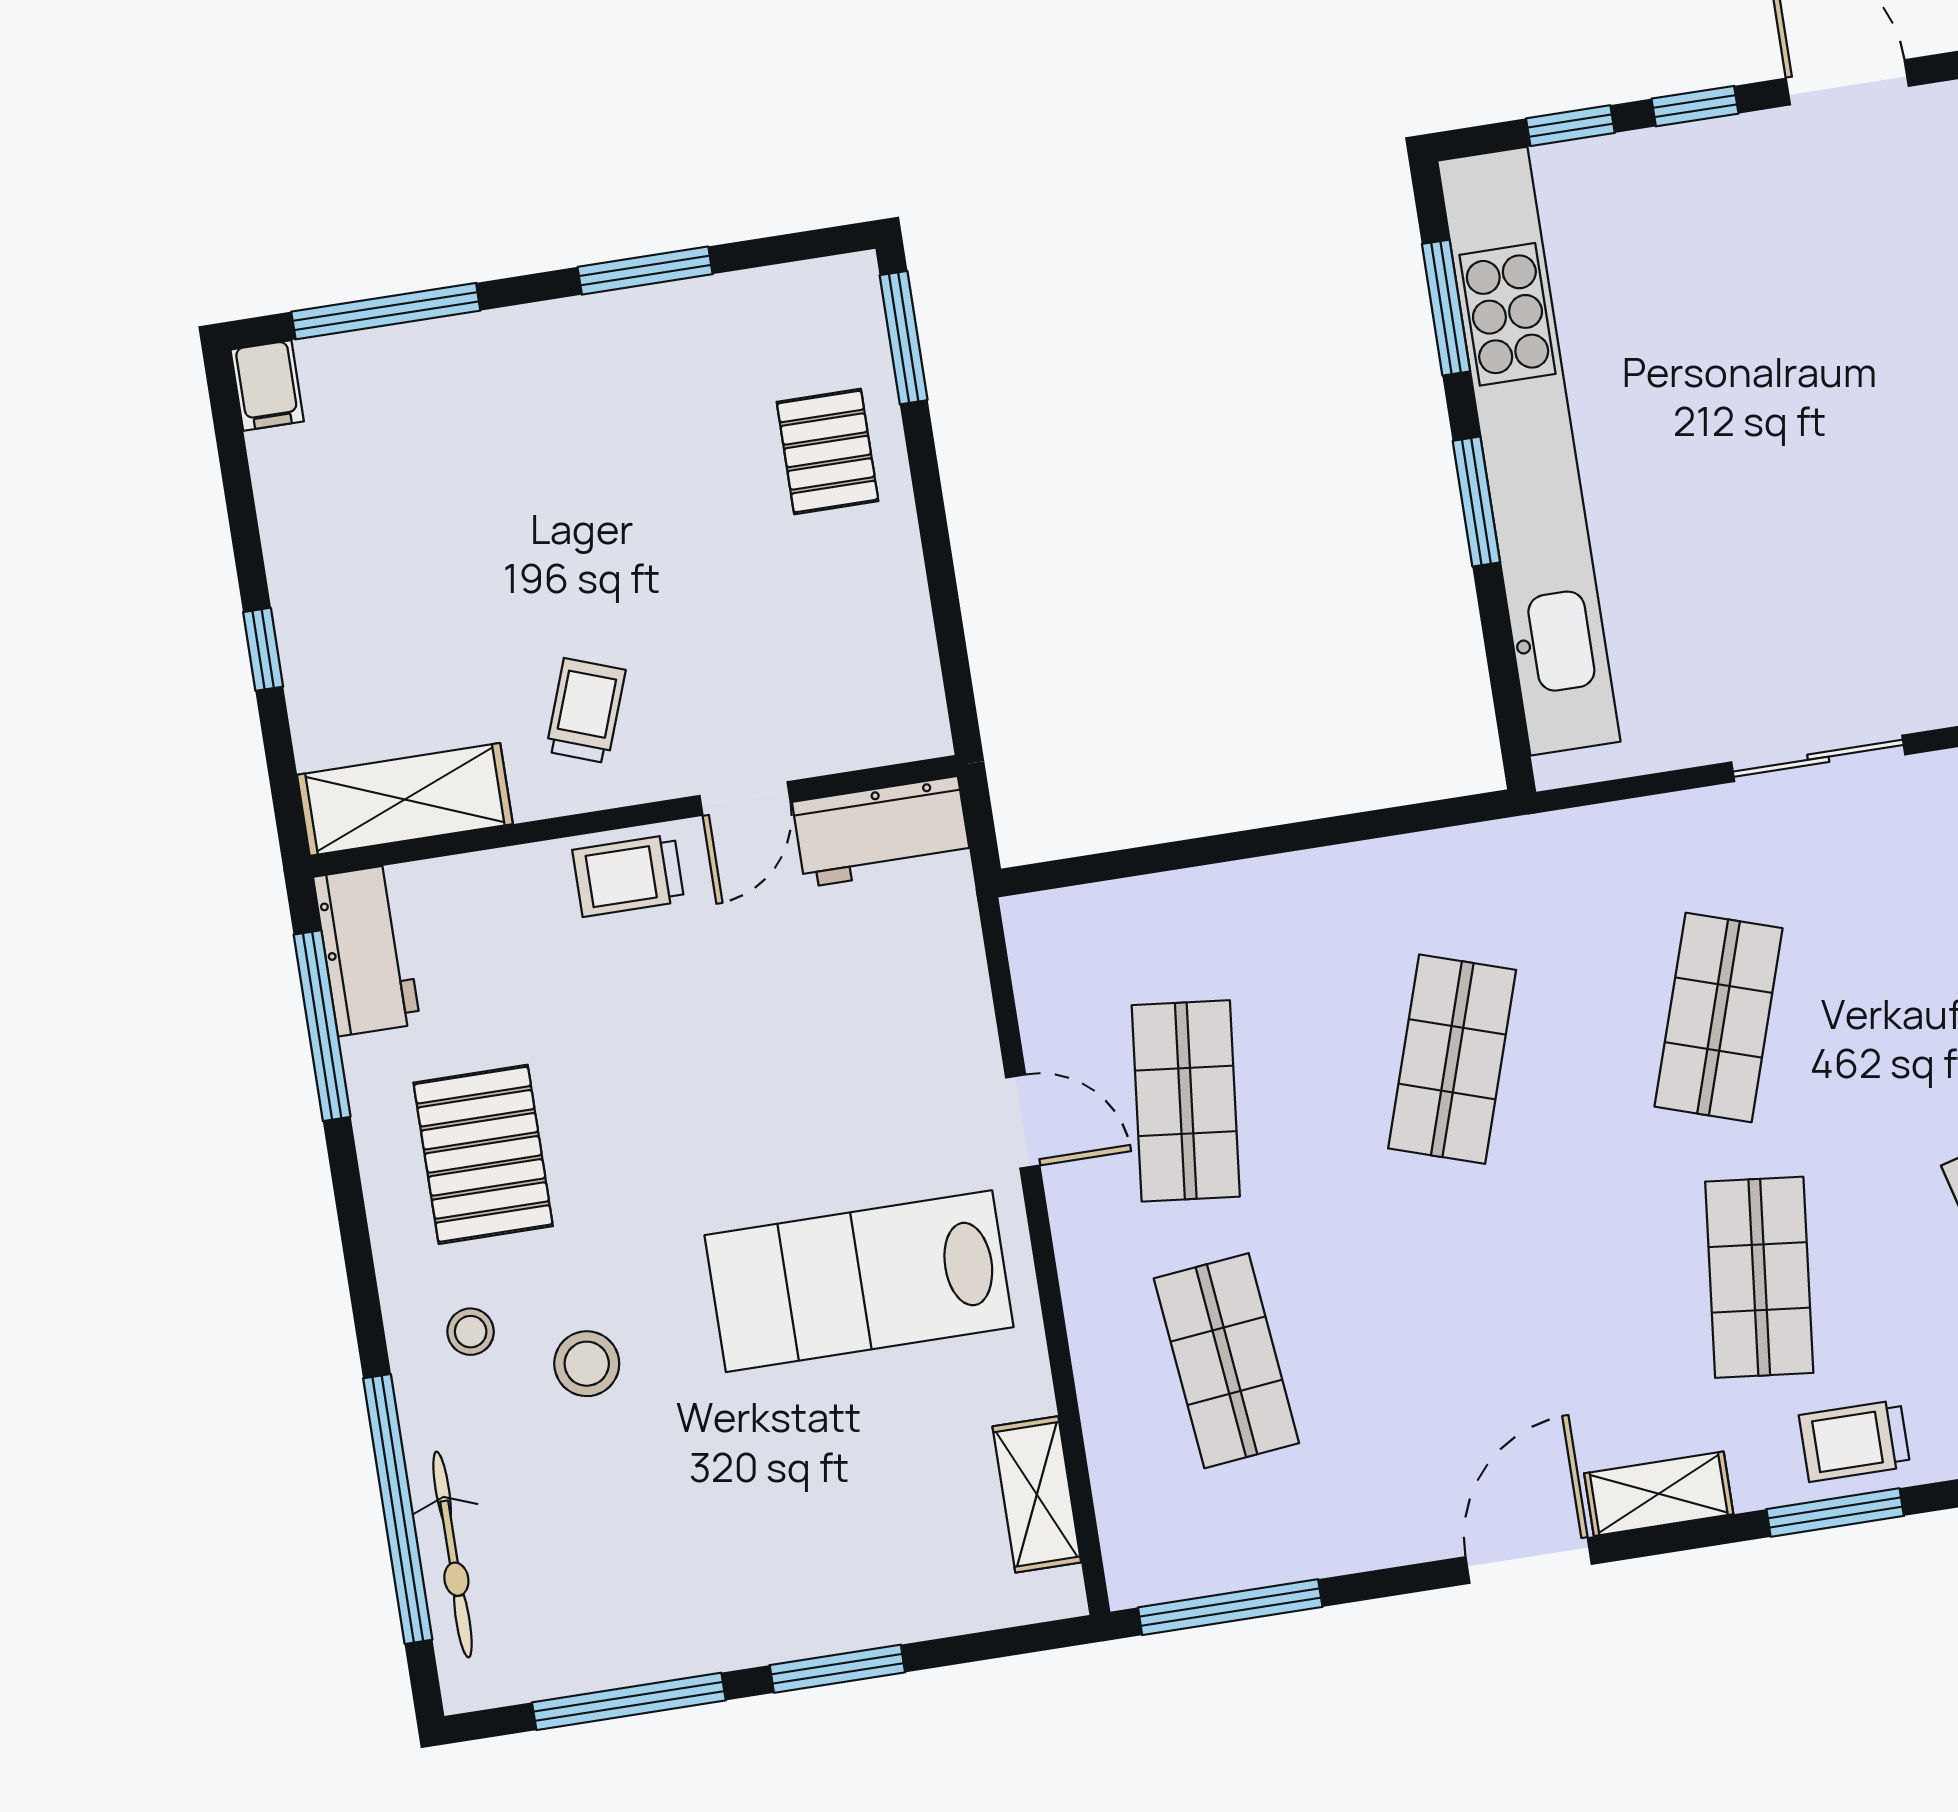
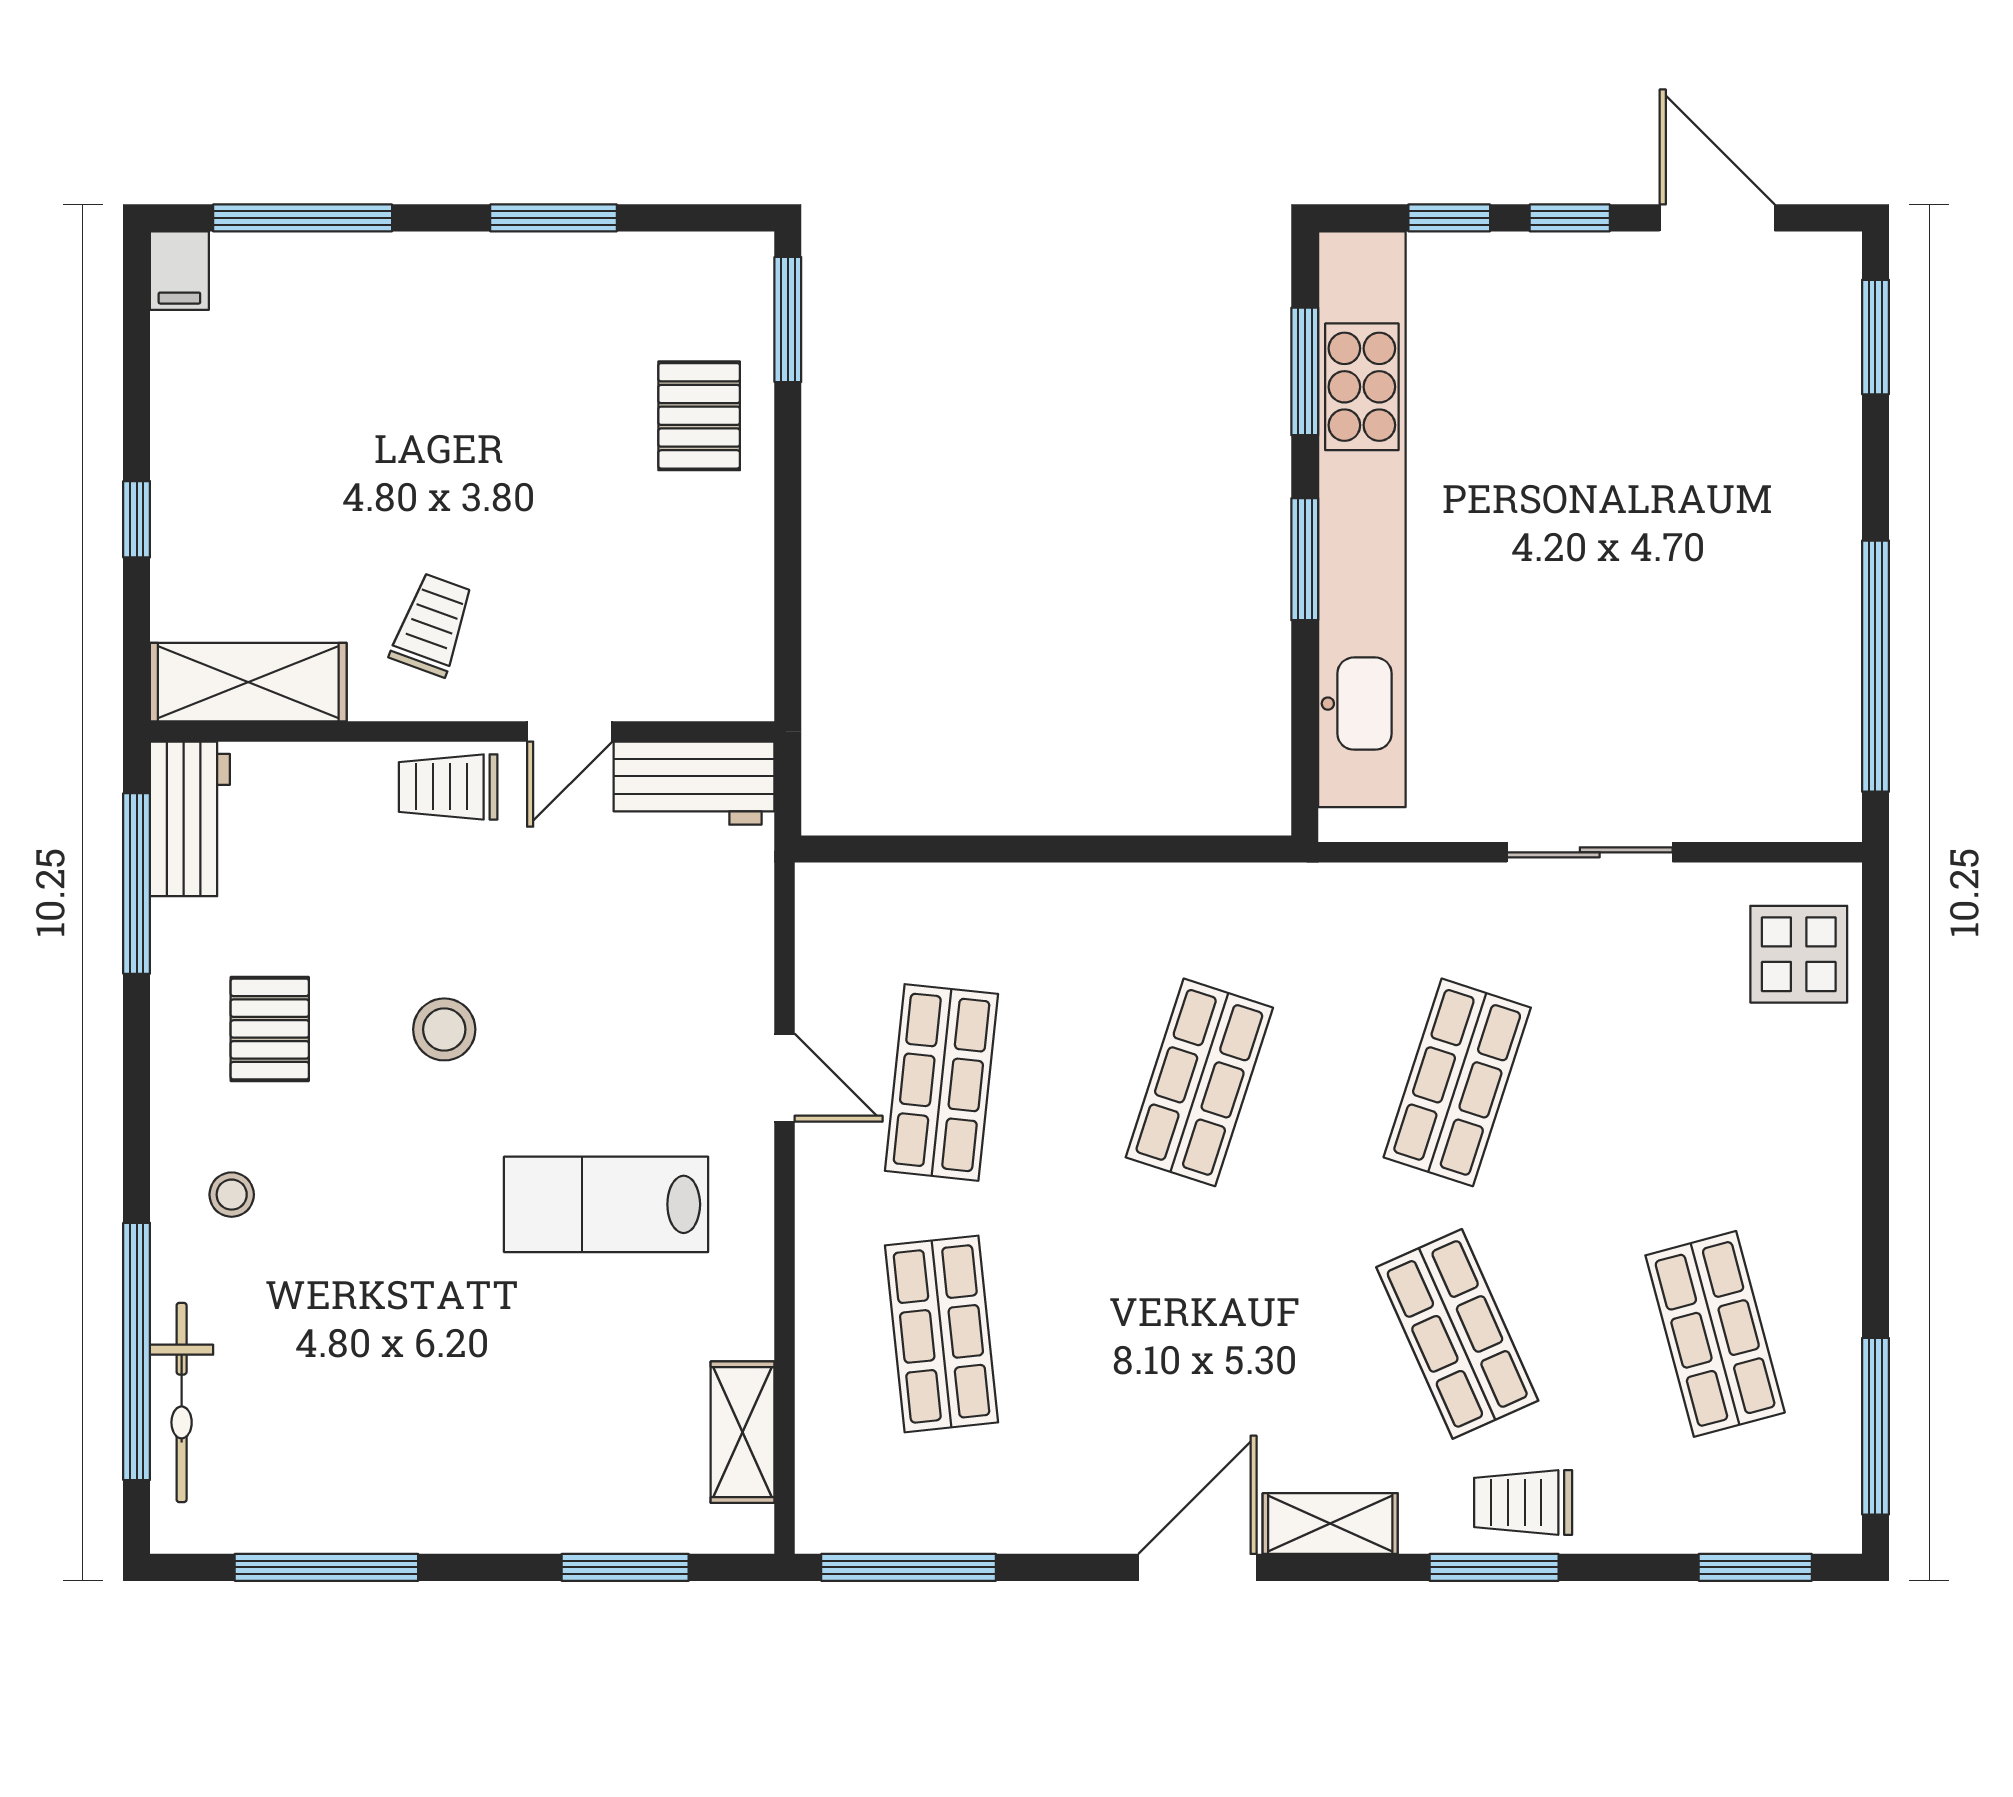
pallet: (483, 1154) -> (270, 1029), width x0.67, depth x0.71
shop shelf: (1759, 1277) -> (1457, 1334), turned -30
lab bench: (859, 1281) -> (606, 1204), width x0.73, depth x0.72
stool: (587, 1364) -> (444, 1029), moved
window: (837, 1669) -> (625, 1567), moved

